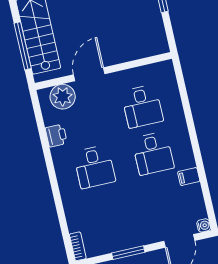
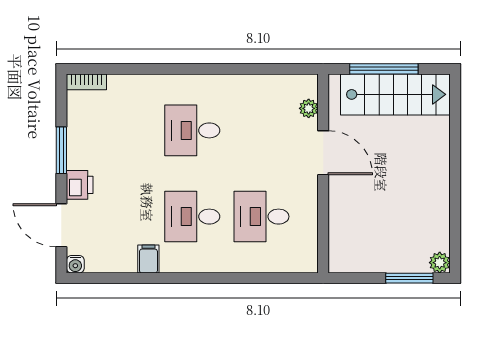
plant: (63, 97) -> (309, 108), width x0.53, depth x0.53
printer: (56, 136) -> (80, 185), moved, turned -90

